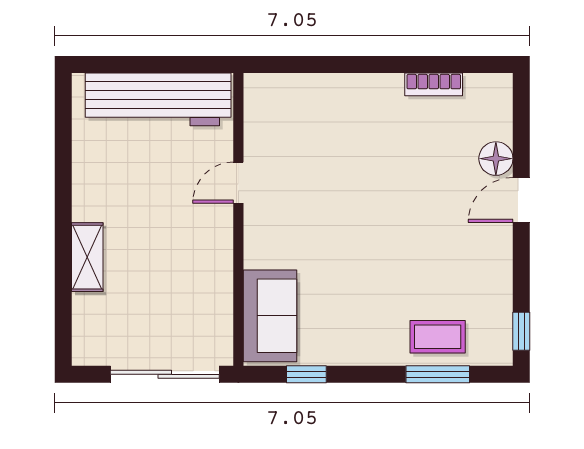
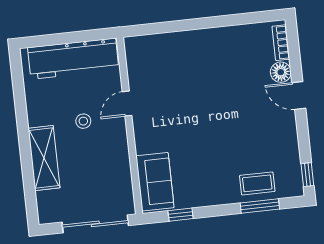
bookcase: (434, 84) -> (281, 43), moved, turned 90
door: (521, 200) -> (299, 95), hinge flipped
stool: (163, 204) -> (83, 121), added
shelving: (87, 257) -> (44, 158), width x1.50, depth x1.33

